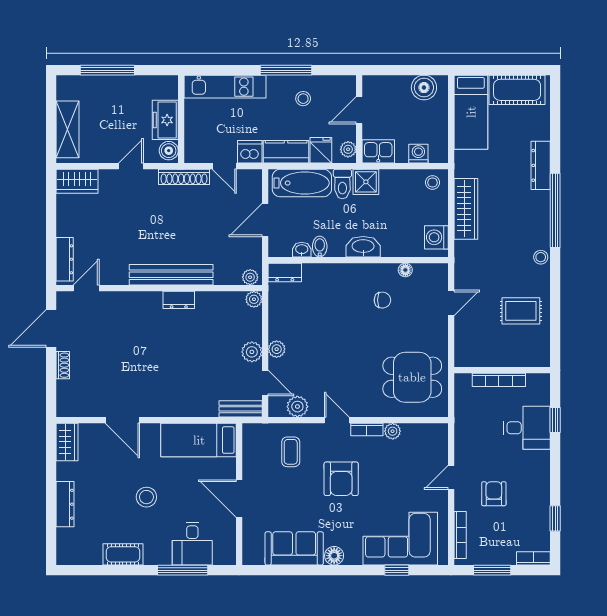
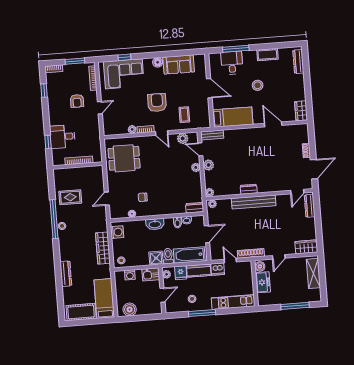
window: (555, 210) -> (54, 219), moved
dresser: (65, 504) -> (298, 62), moved

